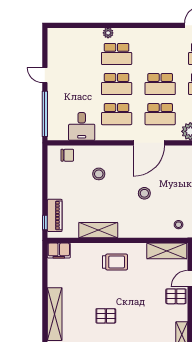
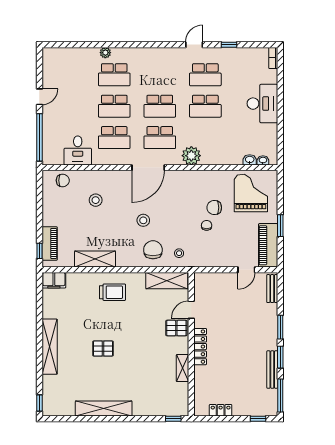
door: (45, 75) -> (39, 97), swing flipped
chair: (154, 221) -> (153, 250), added

